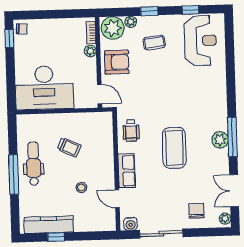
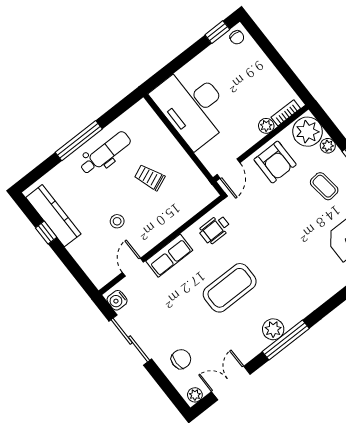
trolley: (69, 147) -> (150, 177), turned 132

